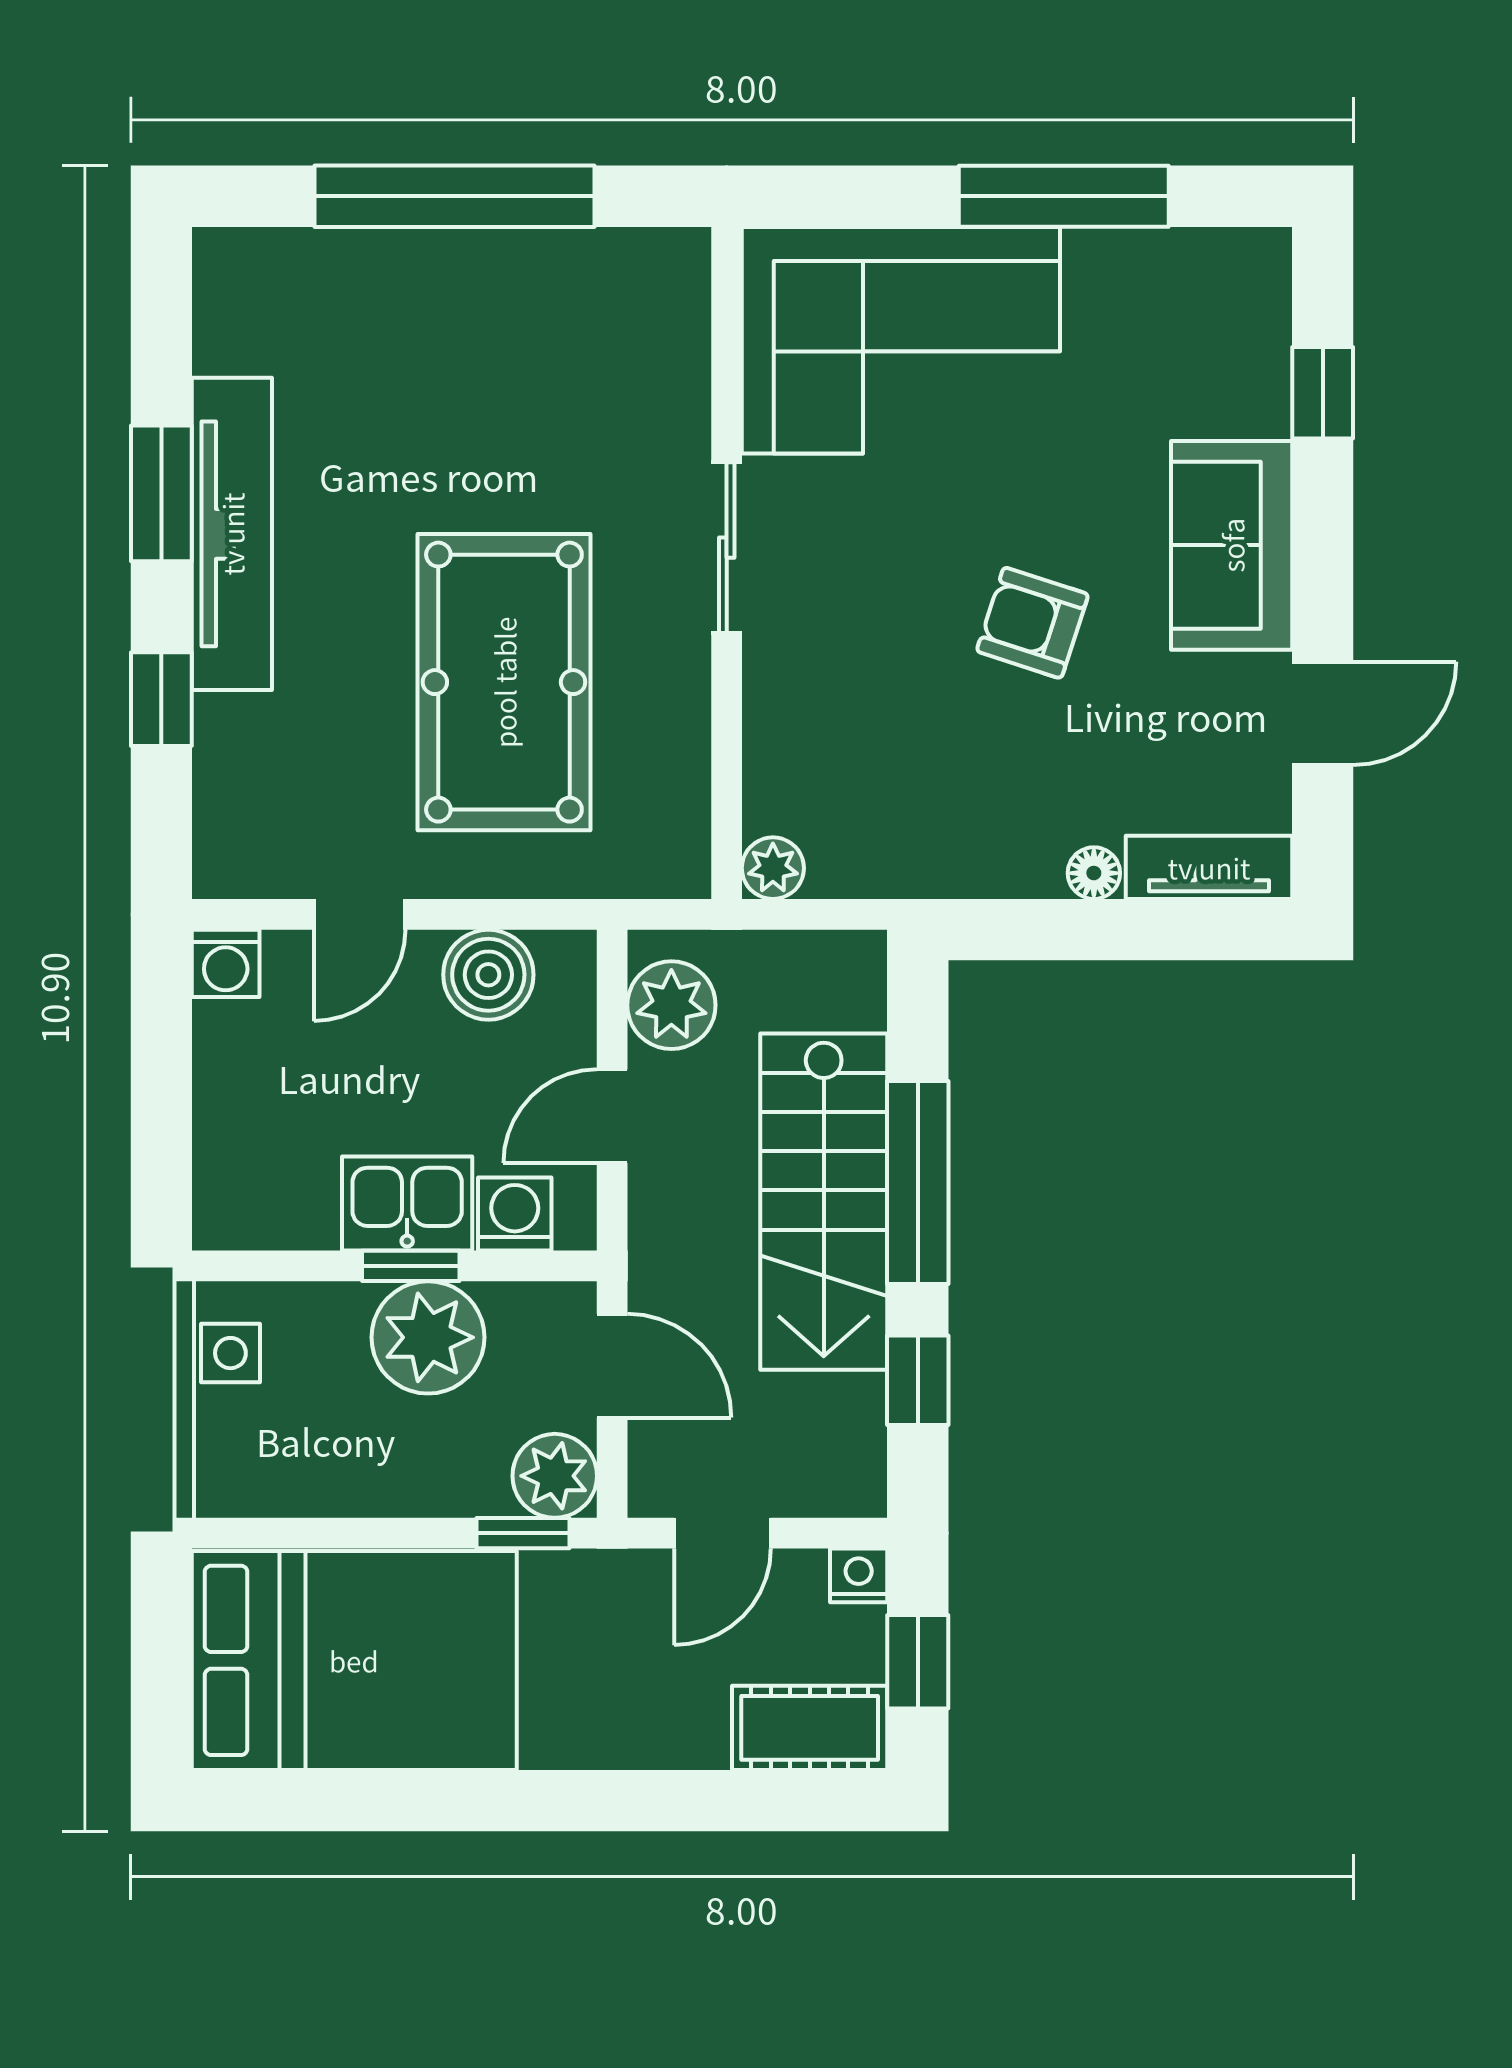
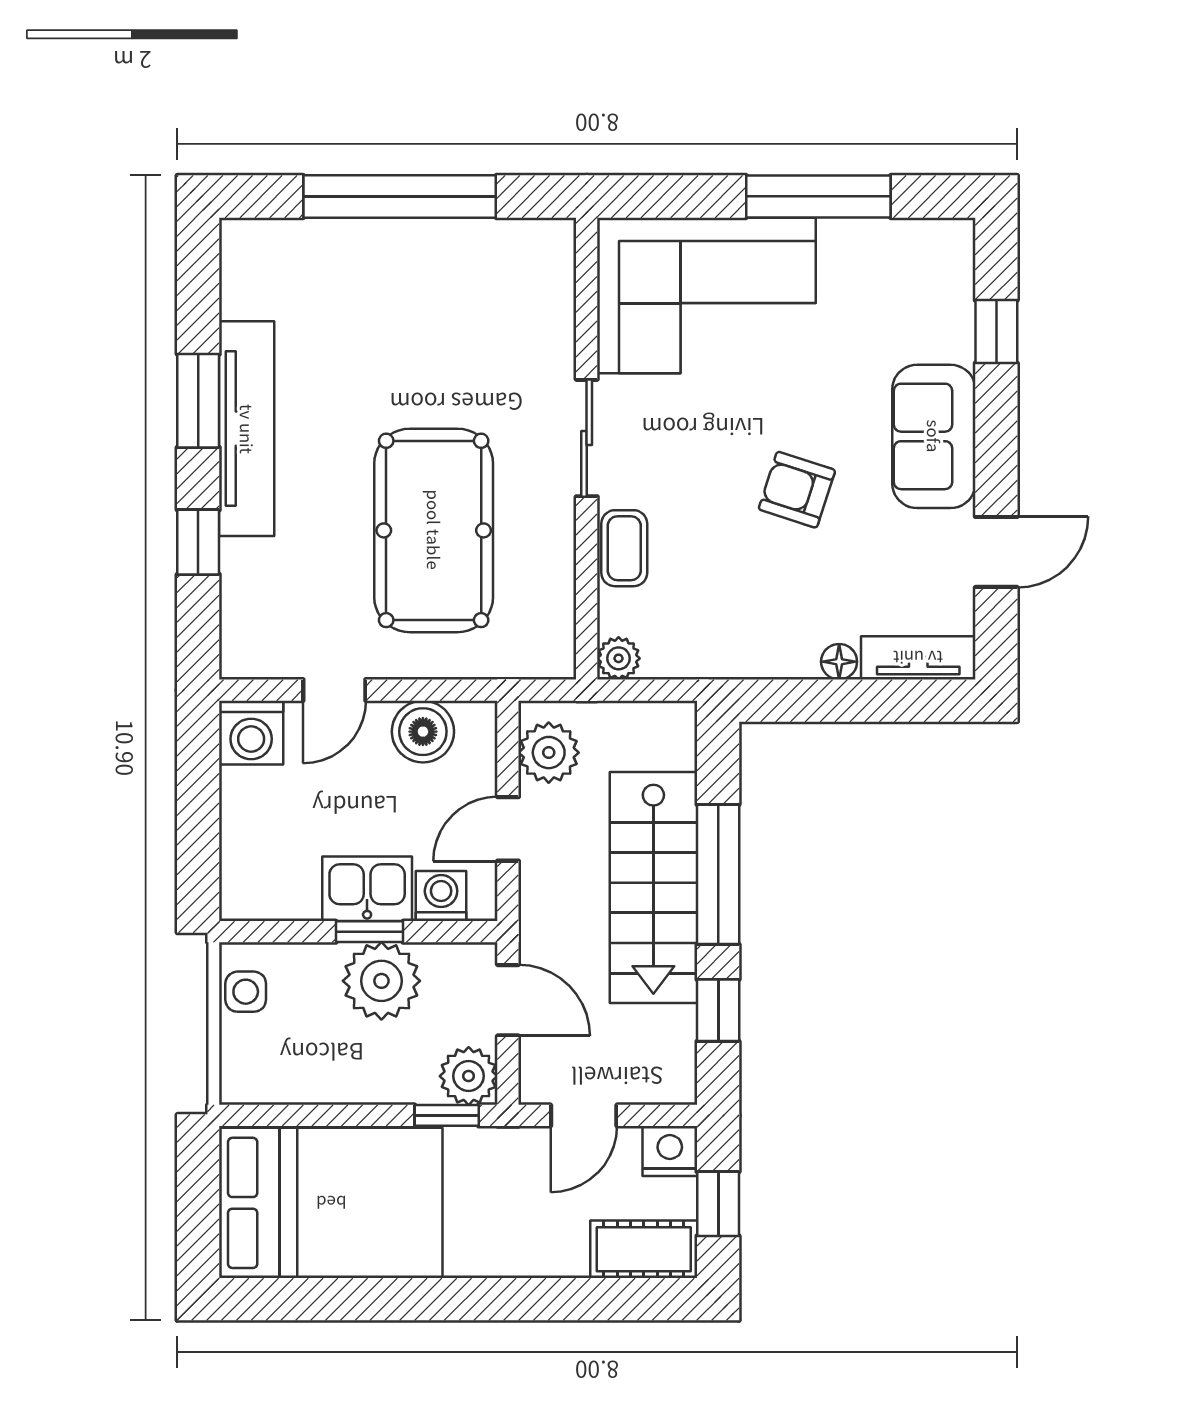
coffee table: (781, 708) -> (624, 548), added
washing machine: (226, 963) -> (251, 733), width x1.38, depth x1.38
nightstand: (859, 1575) -> (670, 1151), width x1.39, depth x1.35

